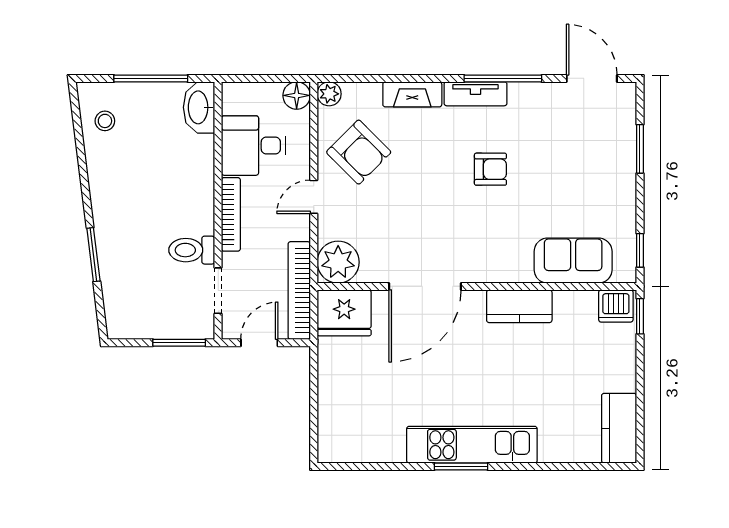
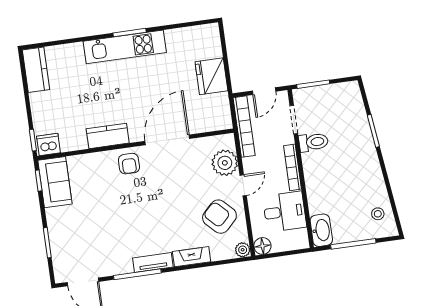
armchair: (490, 169) -> (129, 164), moved, turned -90
sofa: (573, 261) -> (55, 182), moved, turned -90
plant: (338, 262) -> (225, 163), moved
fridge: (344, 313) -> (211, 76), moved, turned -90

